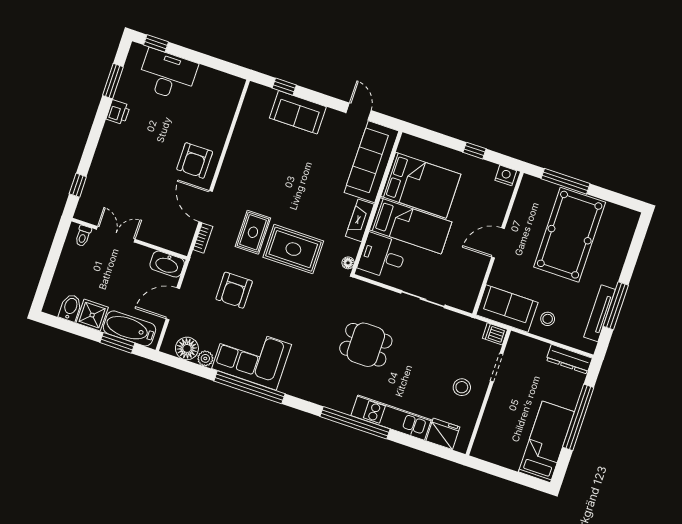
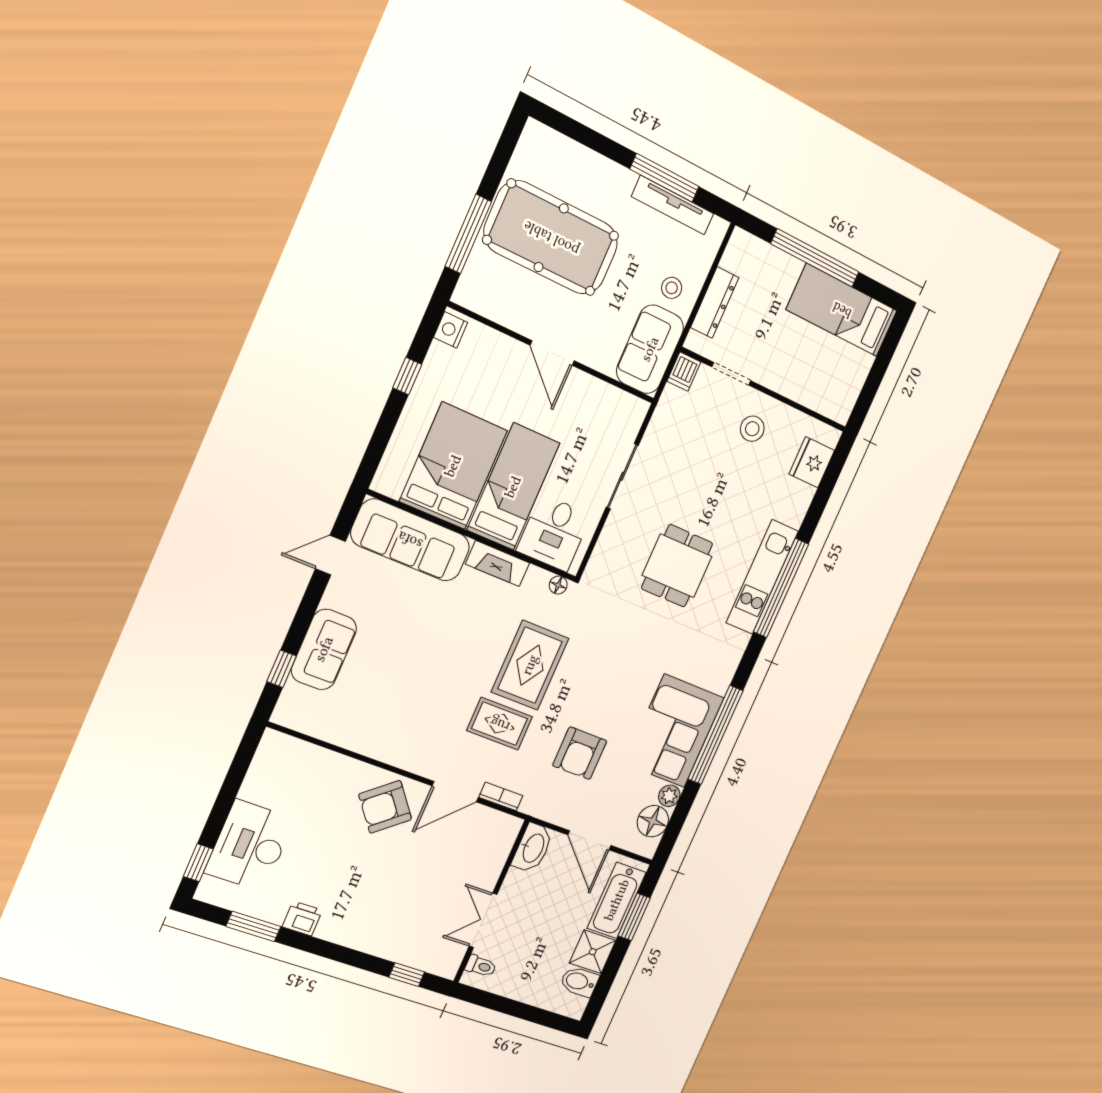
armchair: (195, 161) -> (385, 807), turned 141
armchair: (234, 290) -> (580, 753), turned 90
dresser: (569, 359) -> (715, 303), moved
kitchen unit: (391, 418) -> (762, 577), moved

